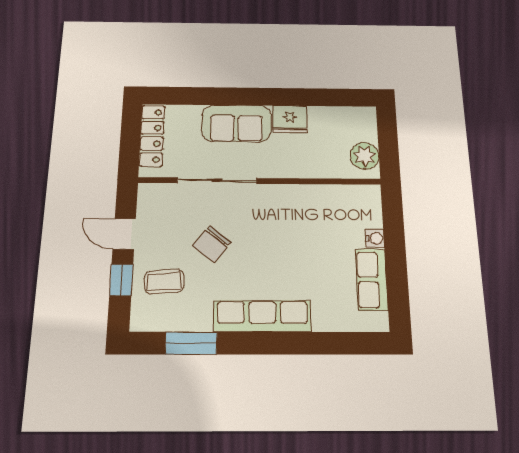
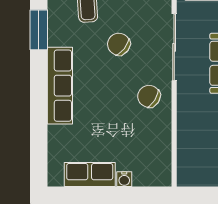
plant: (365, 156) -> (198, 174), removed
chair: (275, 209) -> (149, 96), added

